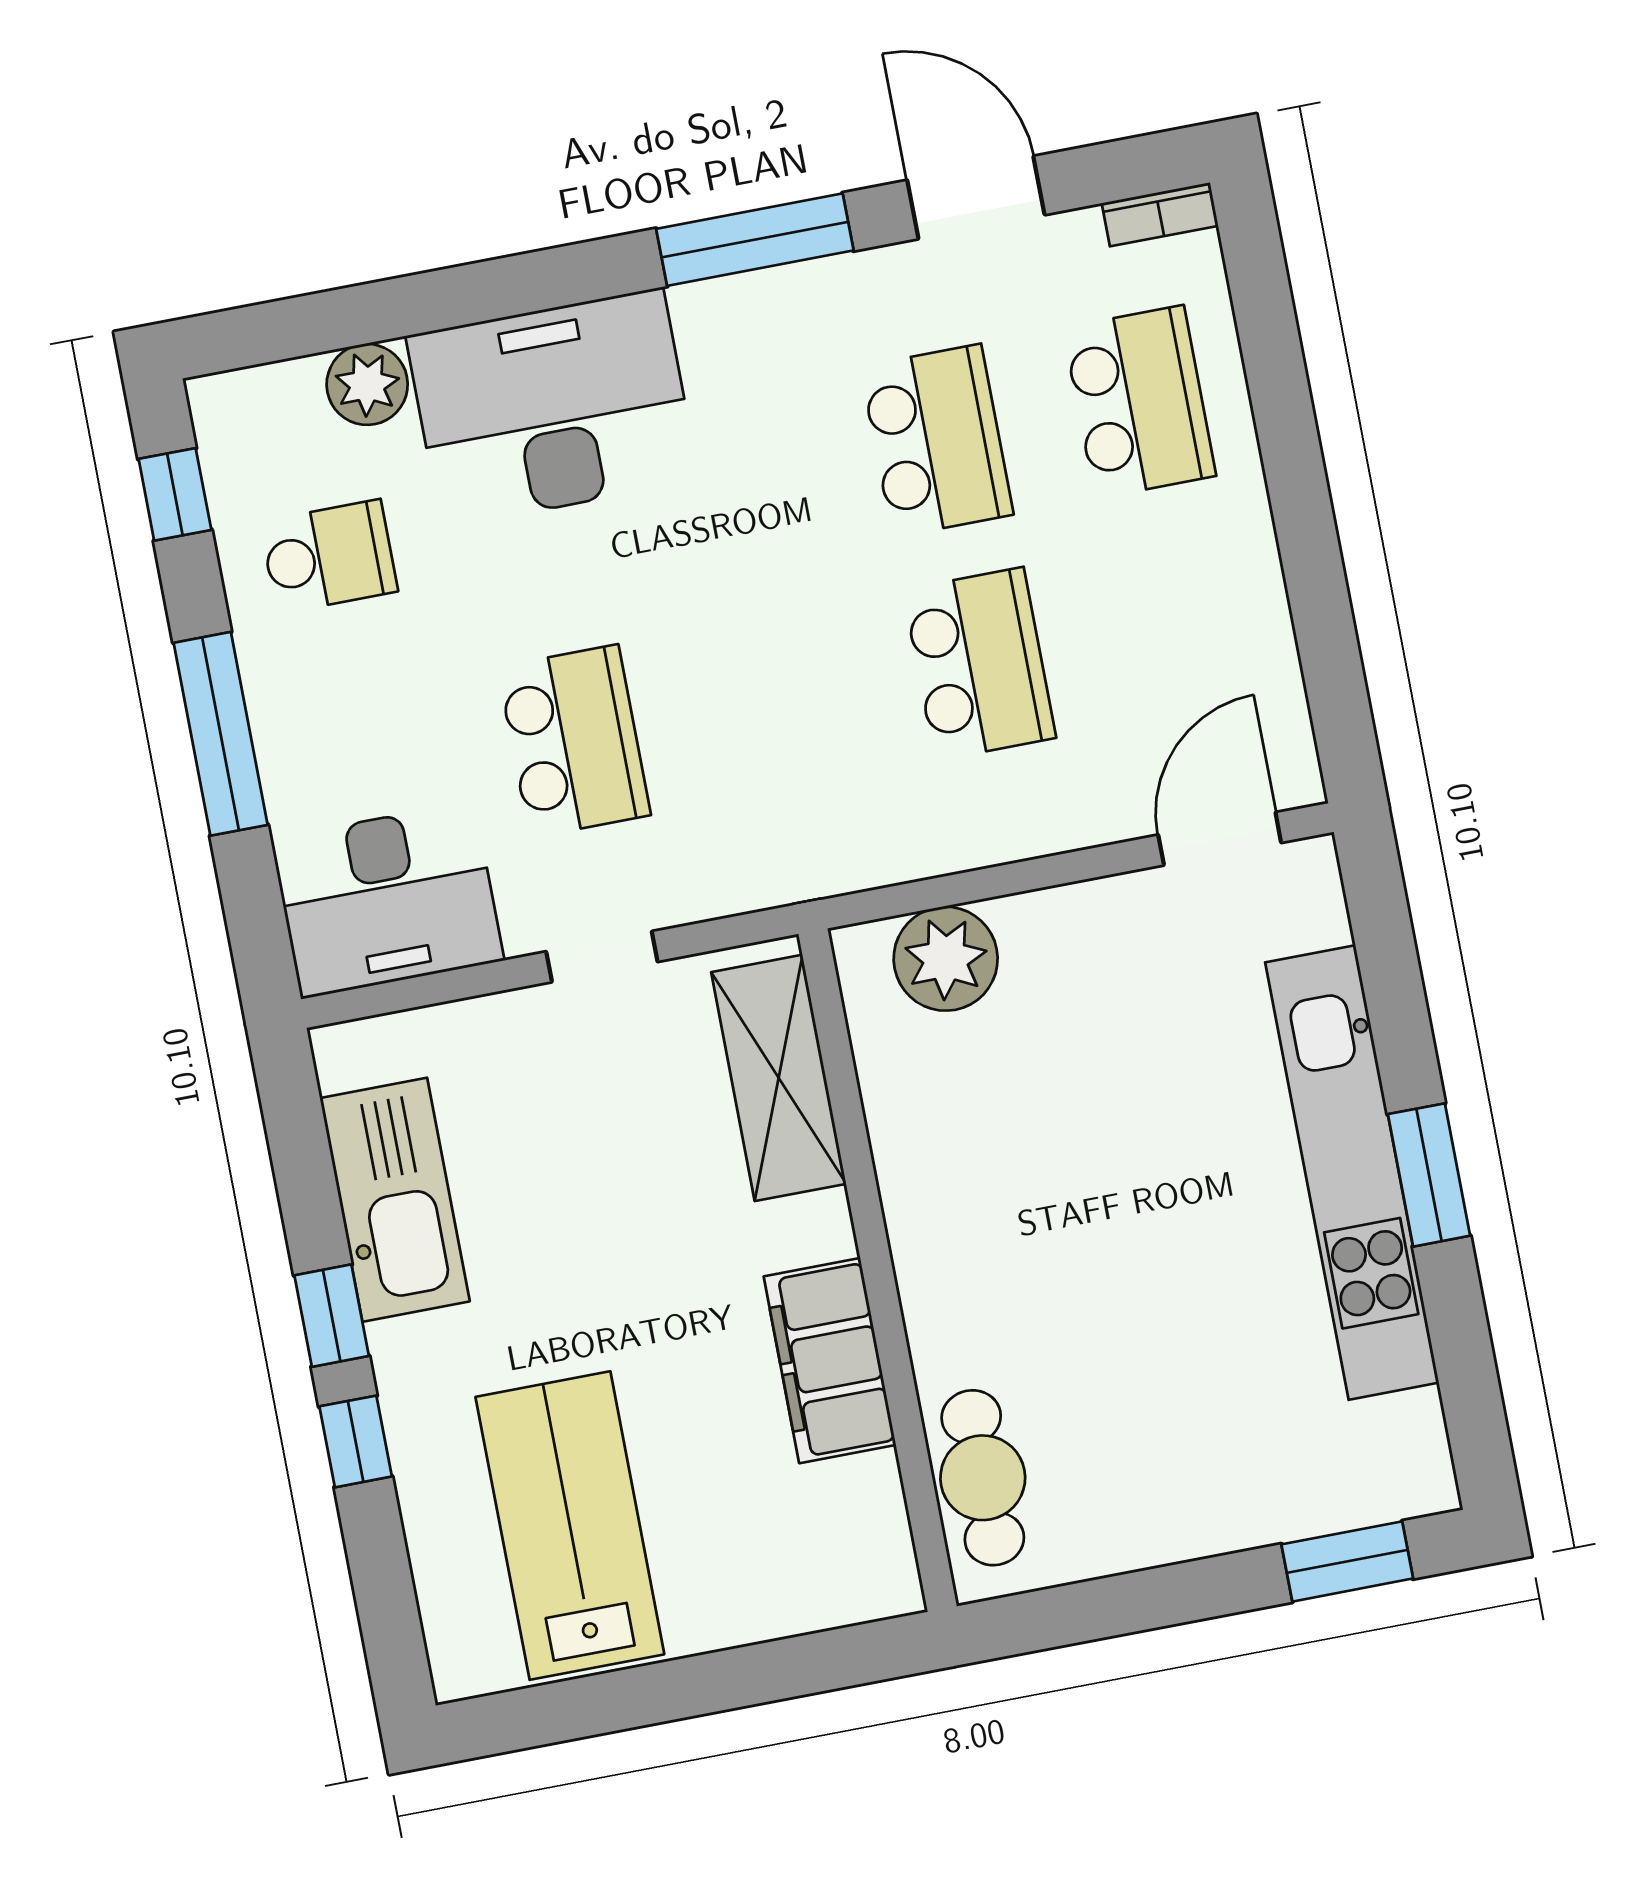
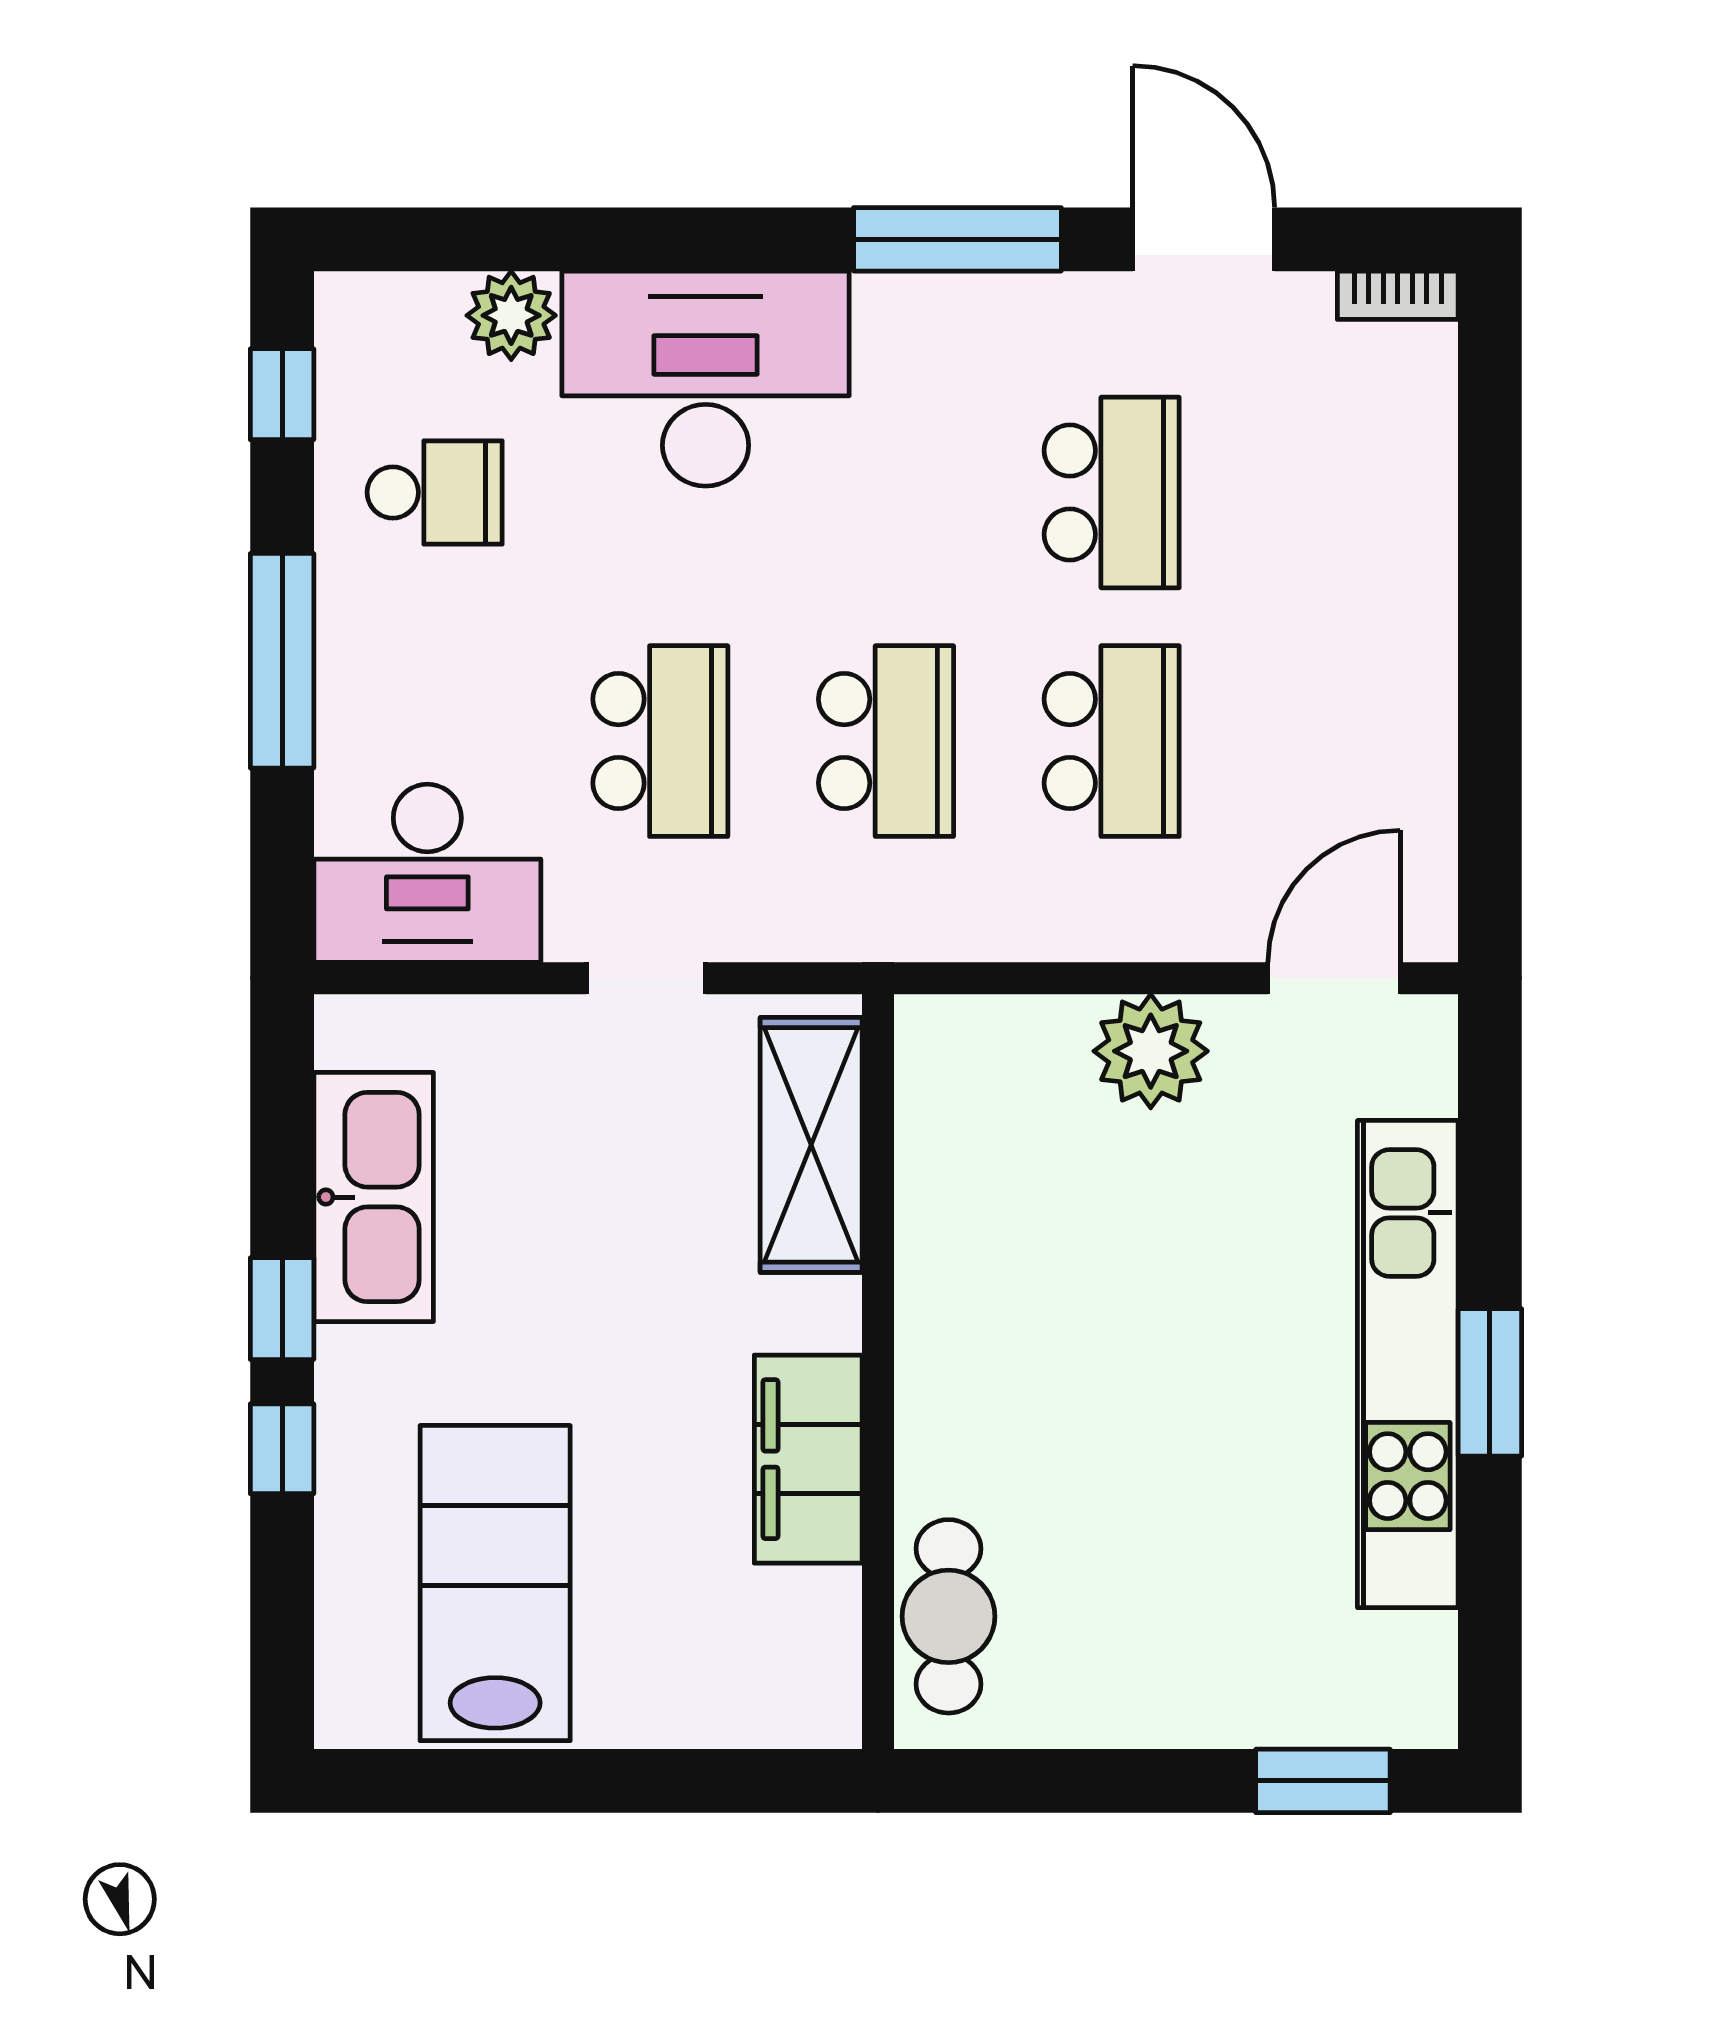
school desk: (1139, 402) -> (886, 741), moved
plant: (946, 959) -> (1151, 1051), moved

